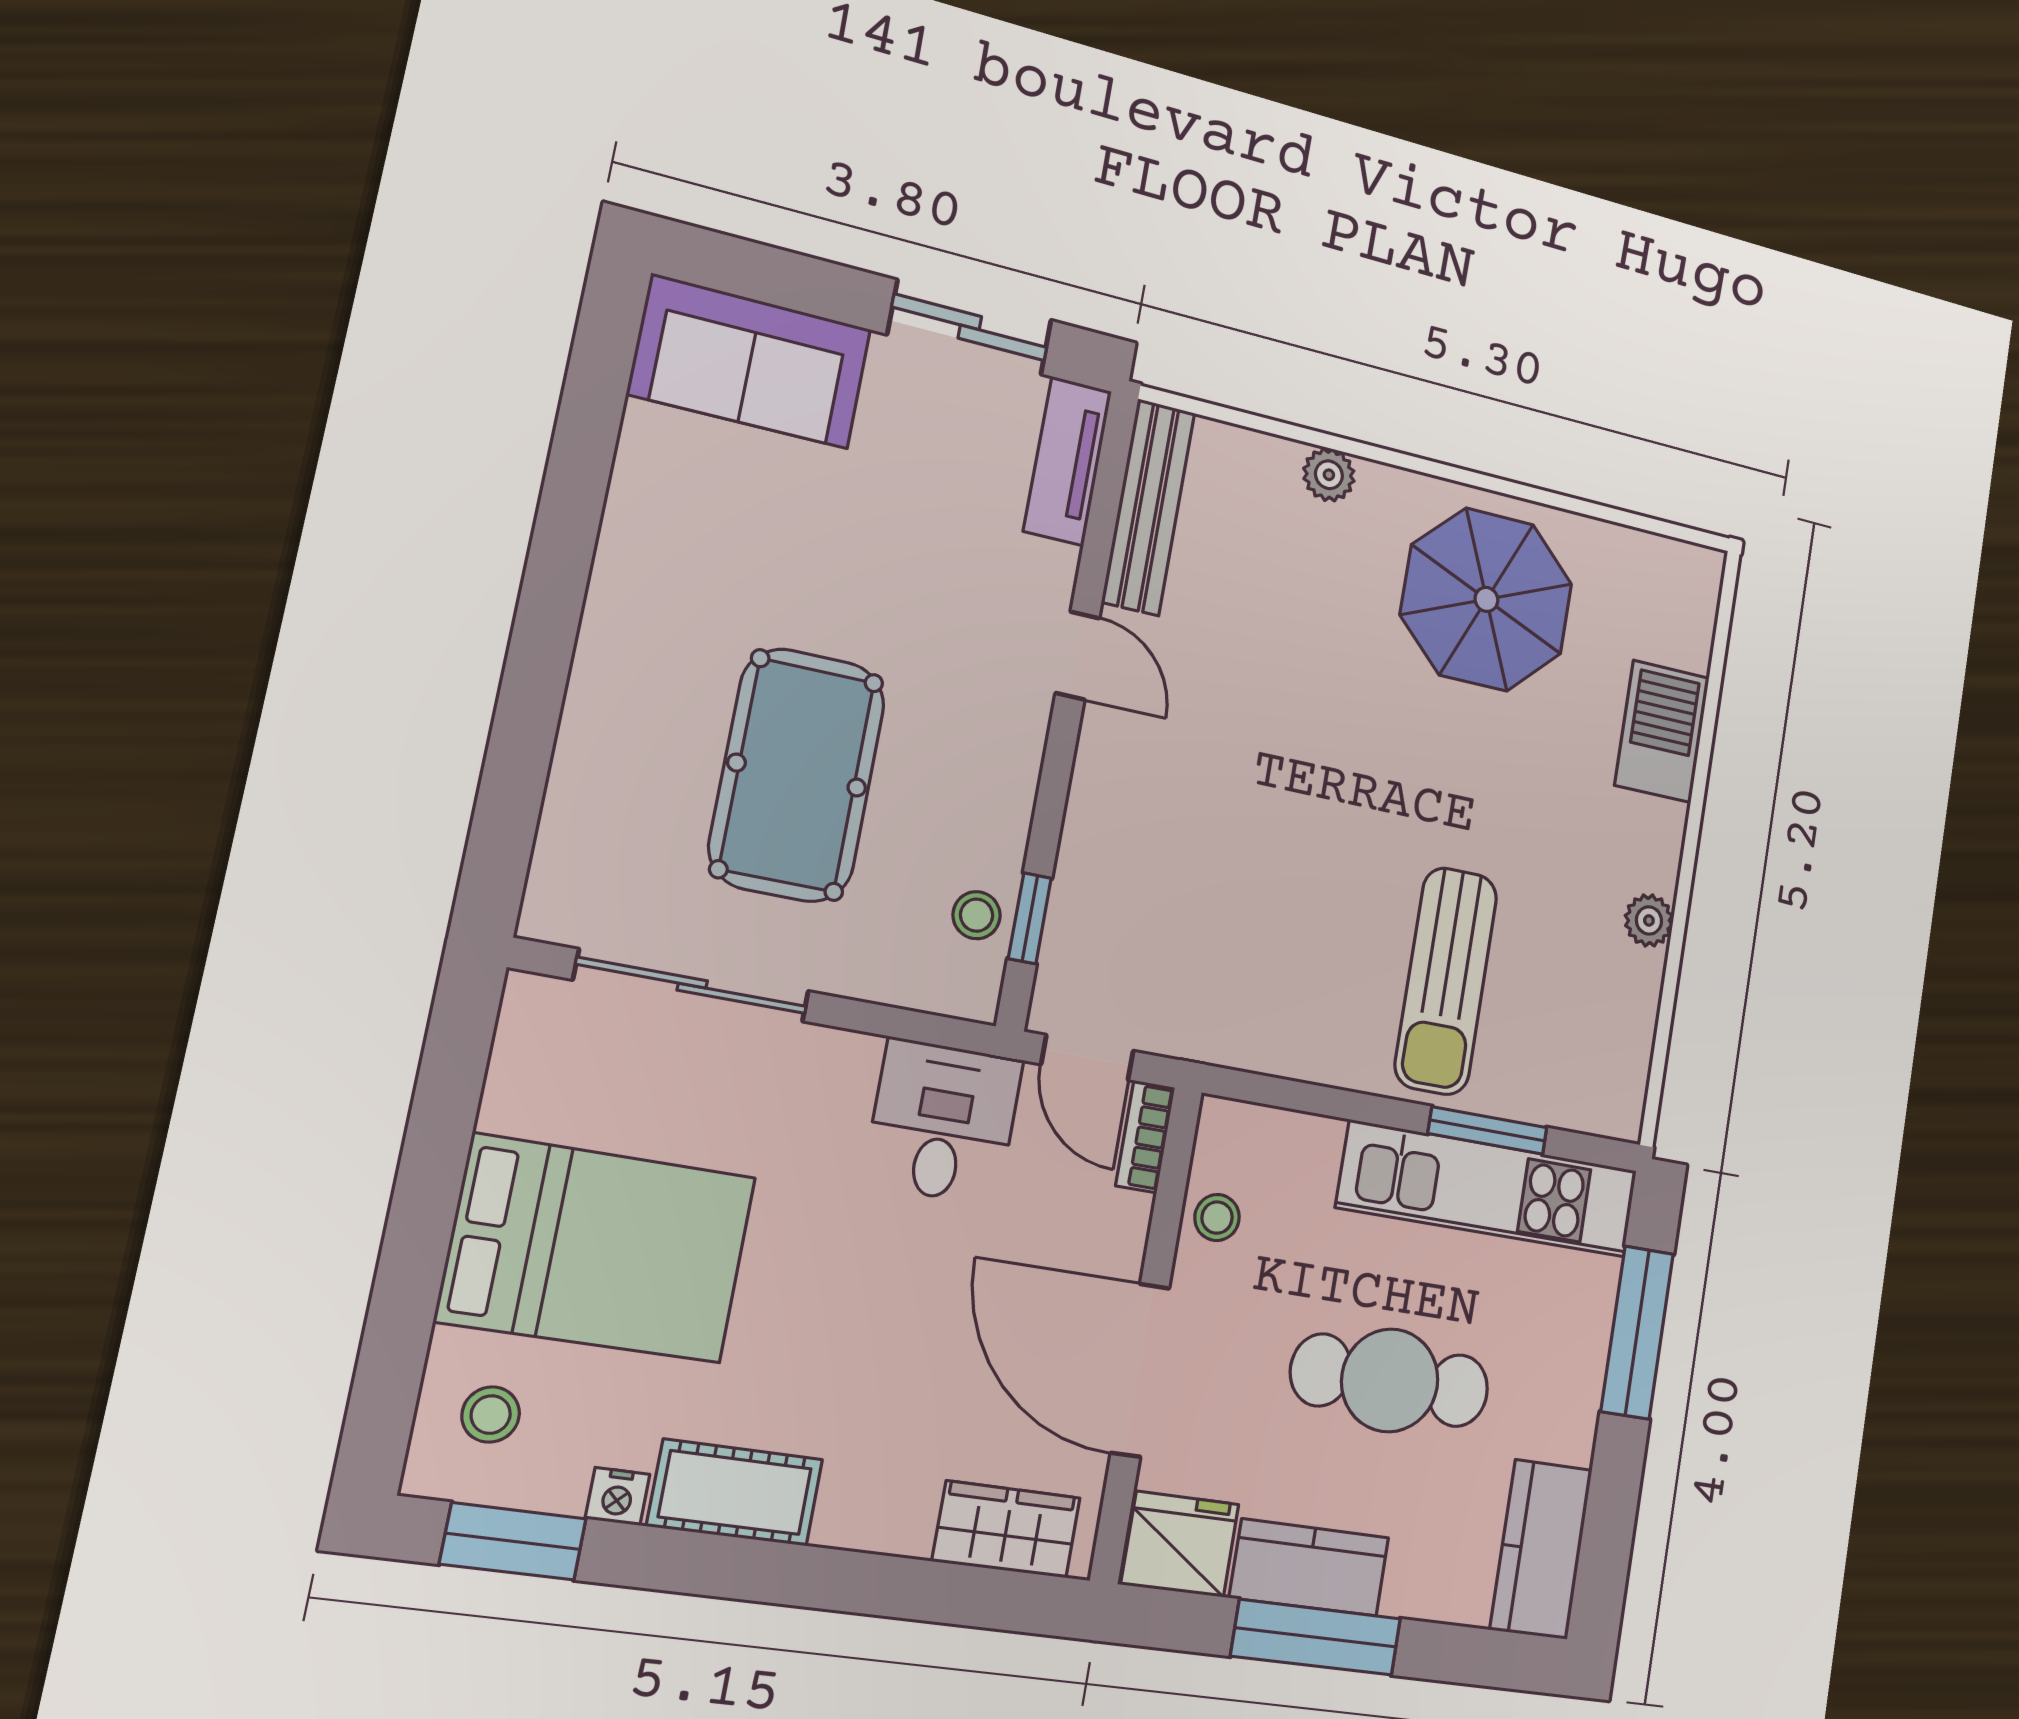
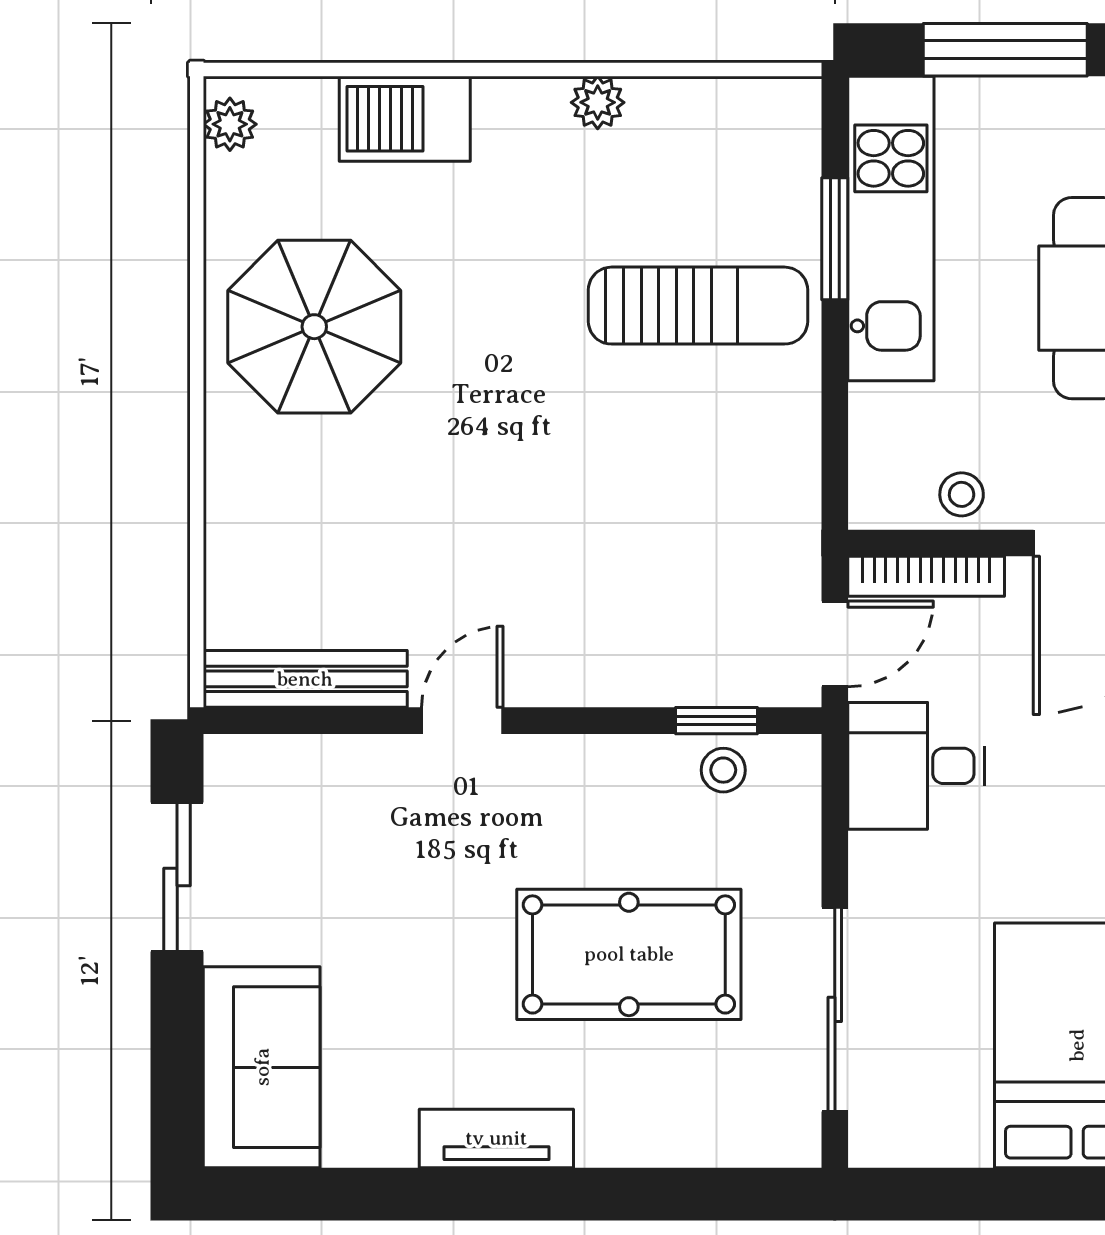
tv unit: (1068, 461) -> (496, 1138), moved, turned 180
plant: (1329, 475) -> (230, 124), moved
bookcase: (1145, 1137) -> (926, 576), width x1.56

